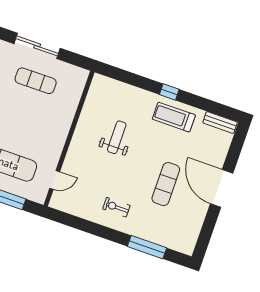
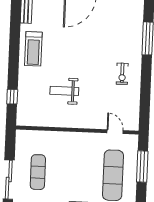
window: (169, 92) -> (12, 97), moved
exercise mat: (166, 184) -> (91, 39), removed

